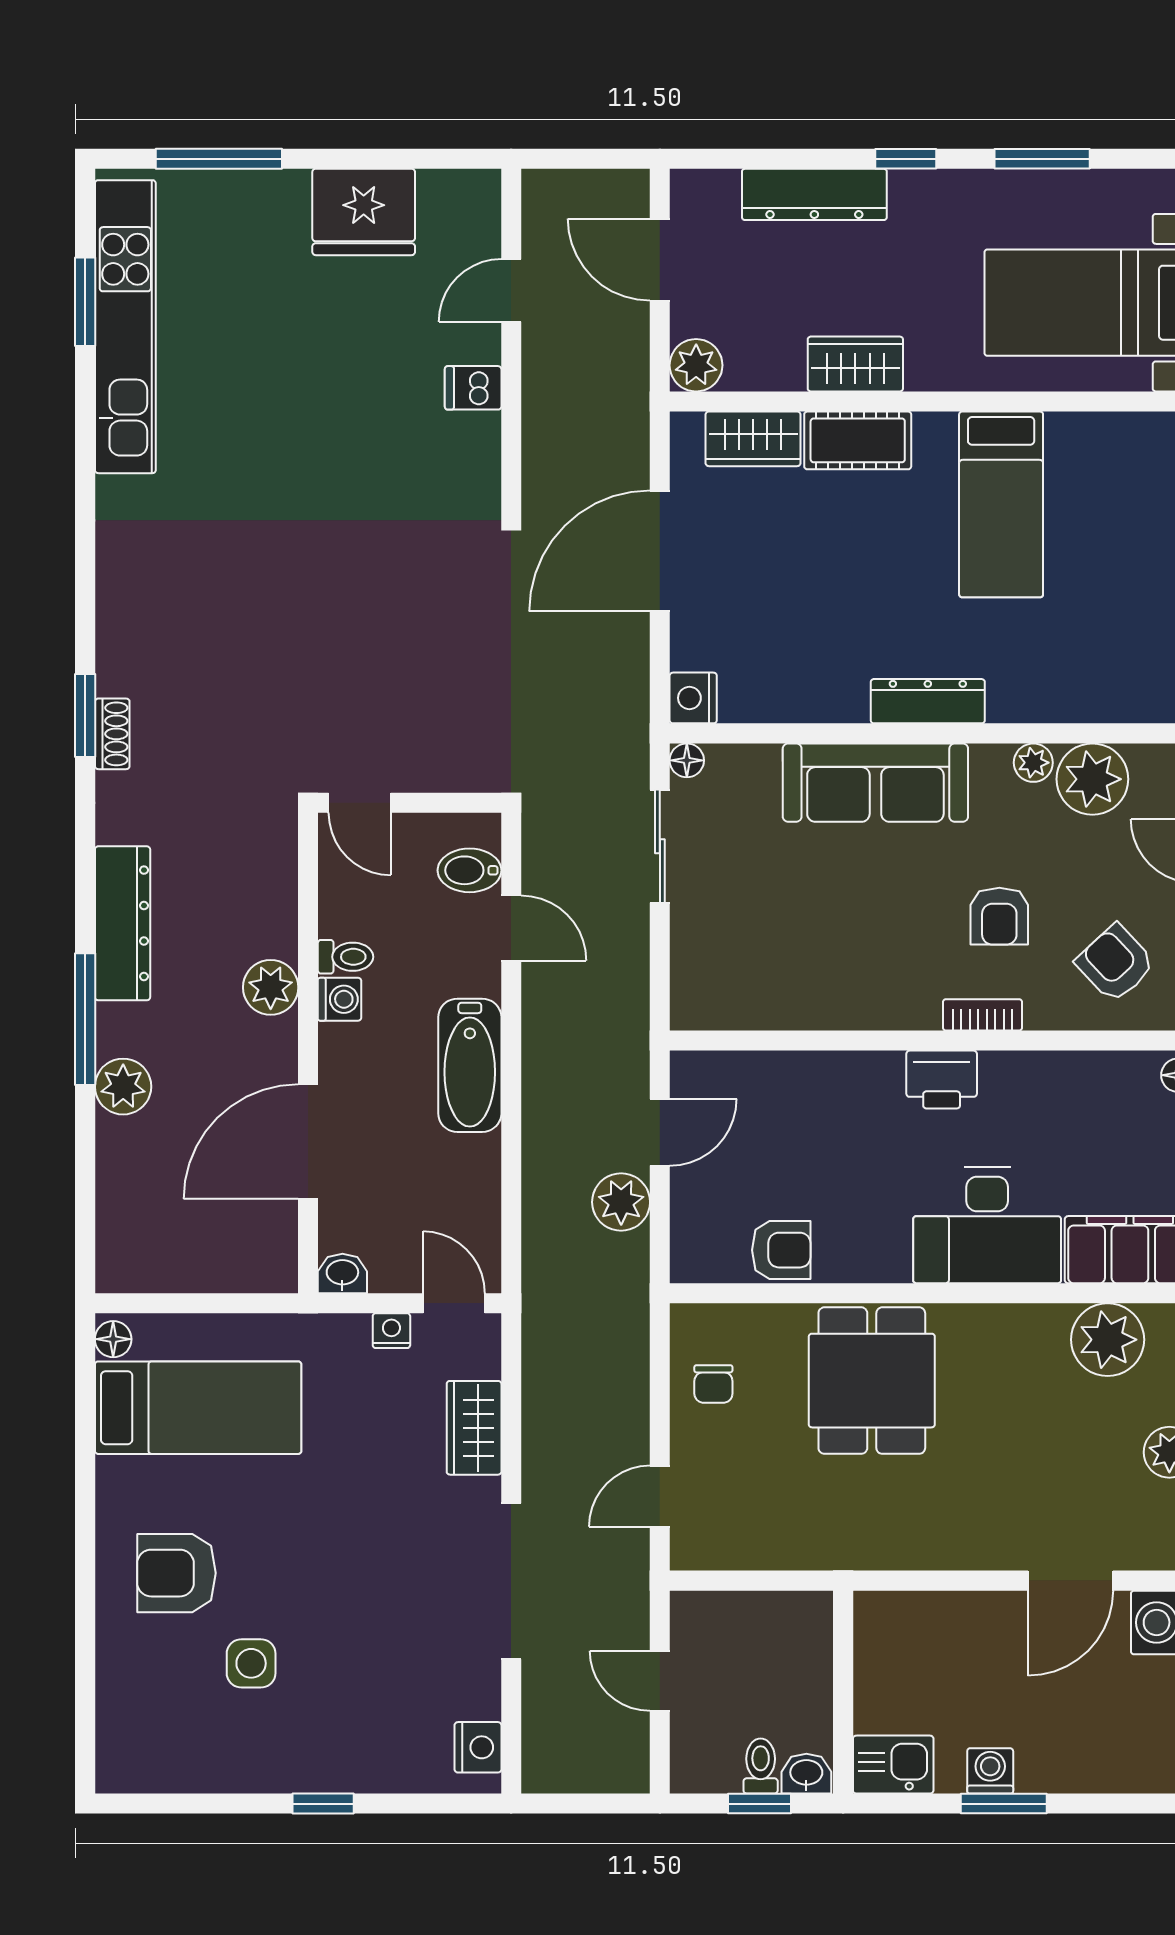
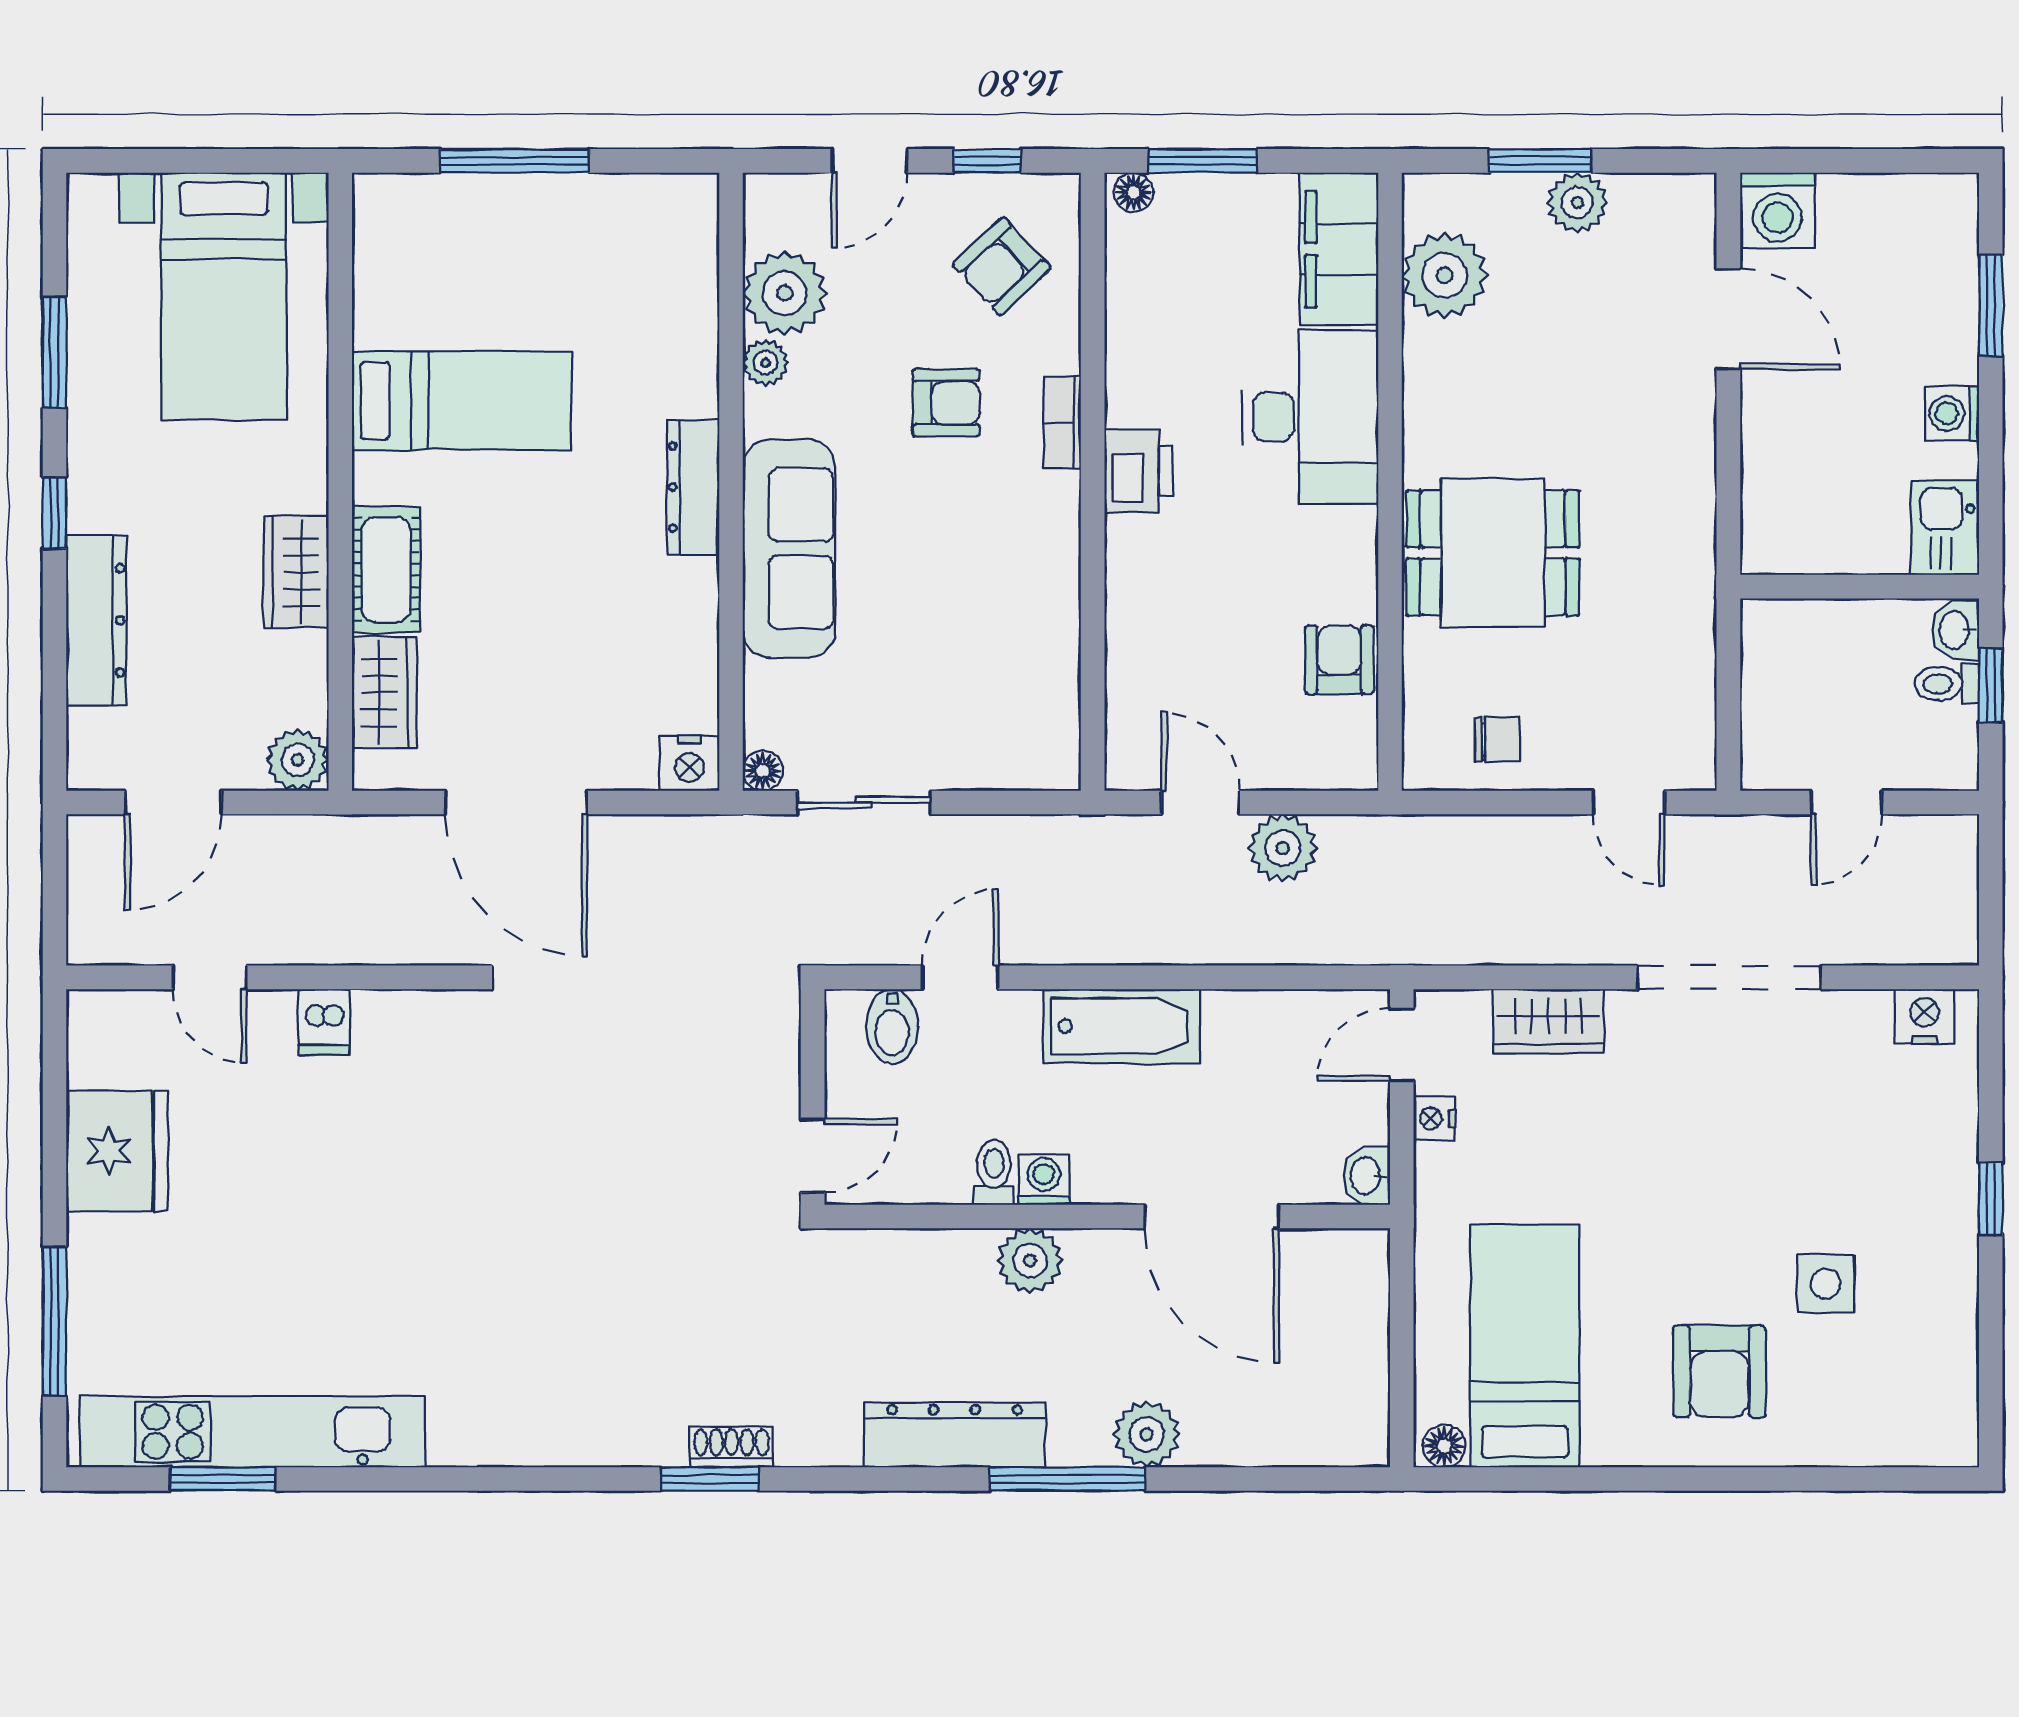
window: (1004, 1804) -> (1991, 306), moved

